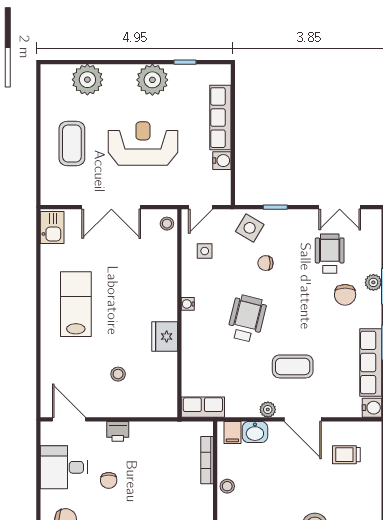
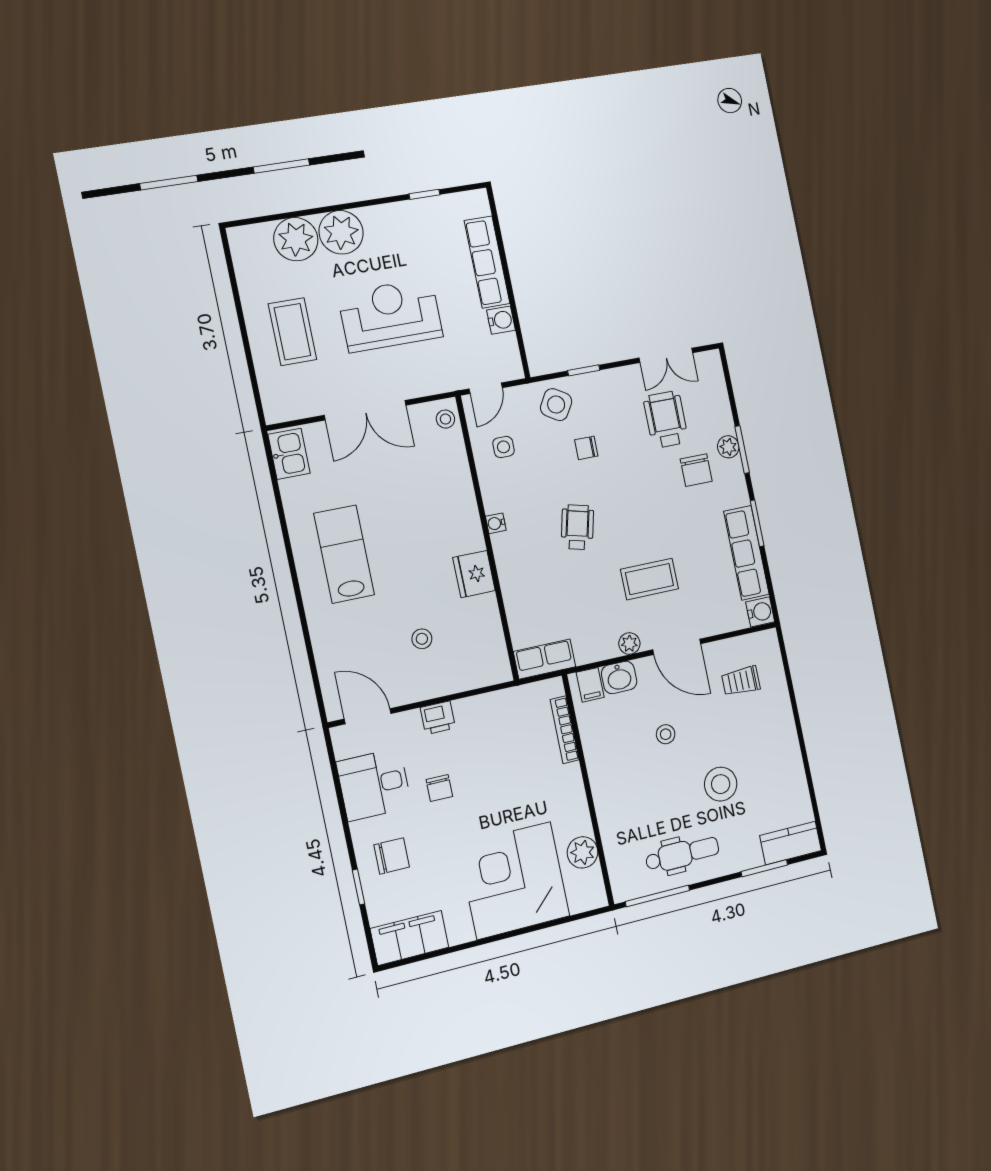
plant: (152, 80) -> (341, 232), moved
wheelchair: (247, 318) -> (577, 527), width x0.73, depth x0.73
stool: (227, 486) -> (666, 734), moved

